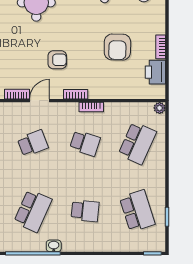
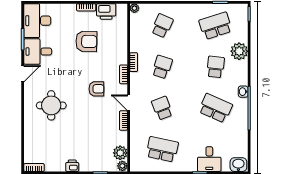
armchair: (57, 60) -> (96, 89), turned 90
school desk: (137, 143) -> (162, 26), width x0.54
plant: (105, 241) -> (239, 51), added

